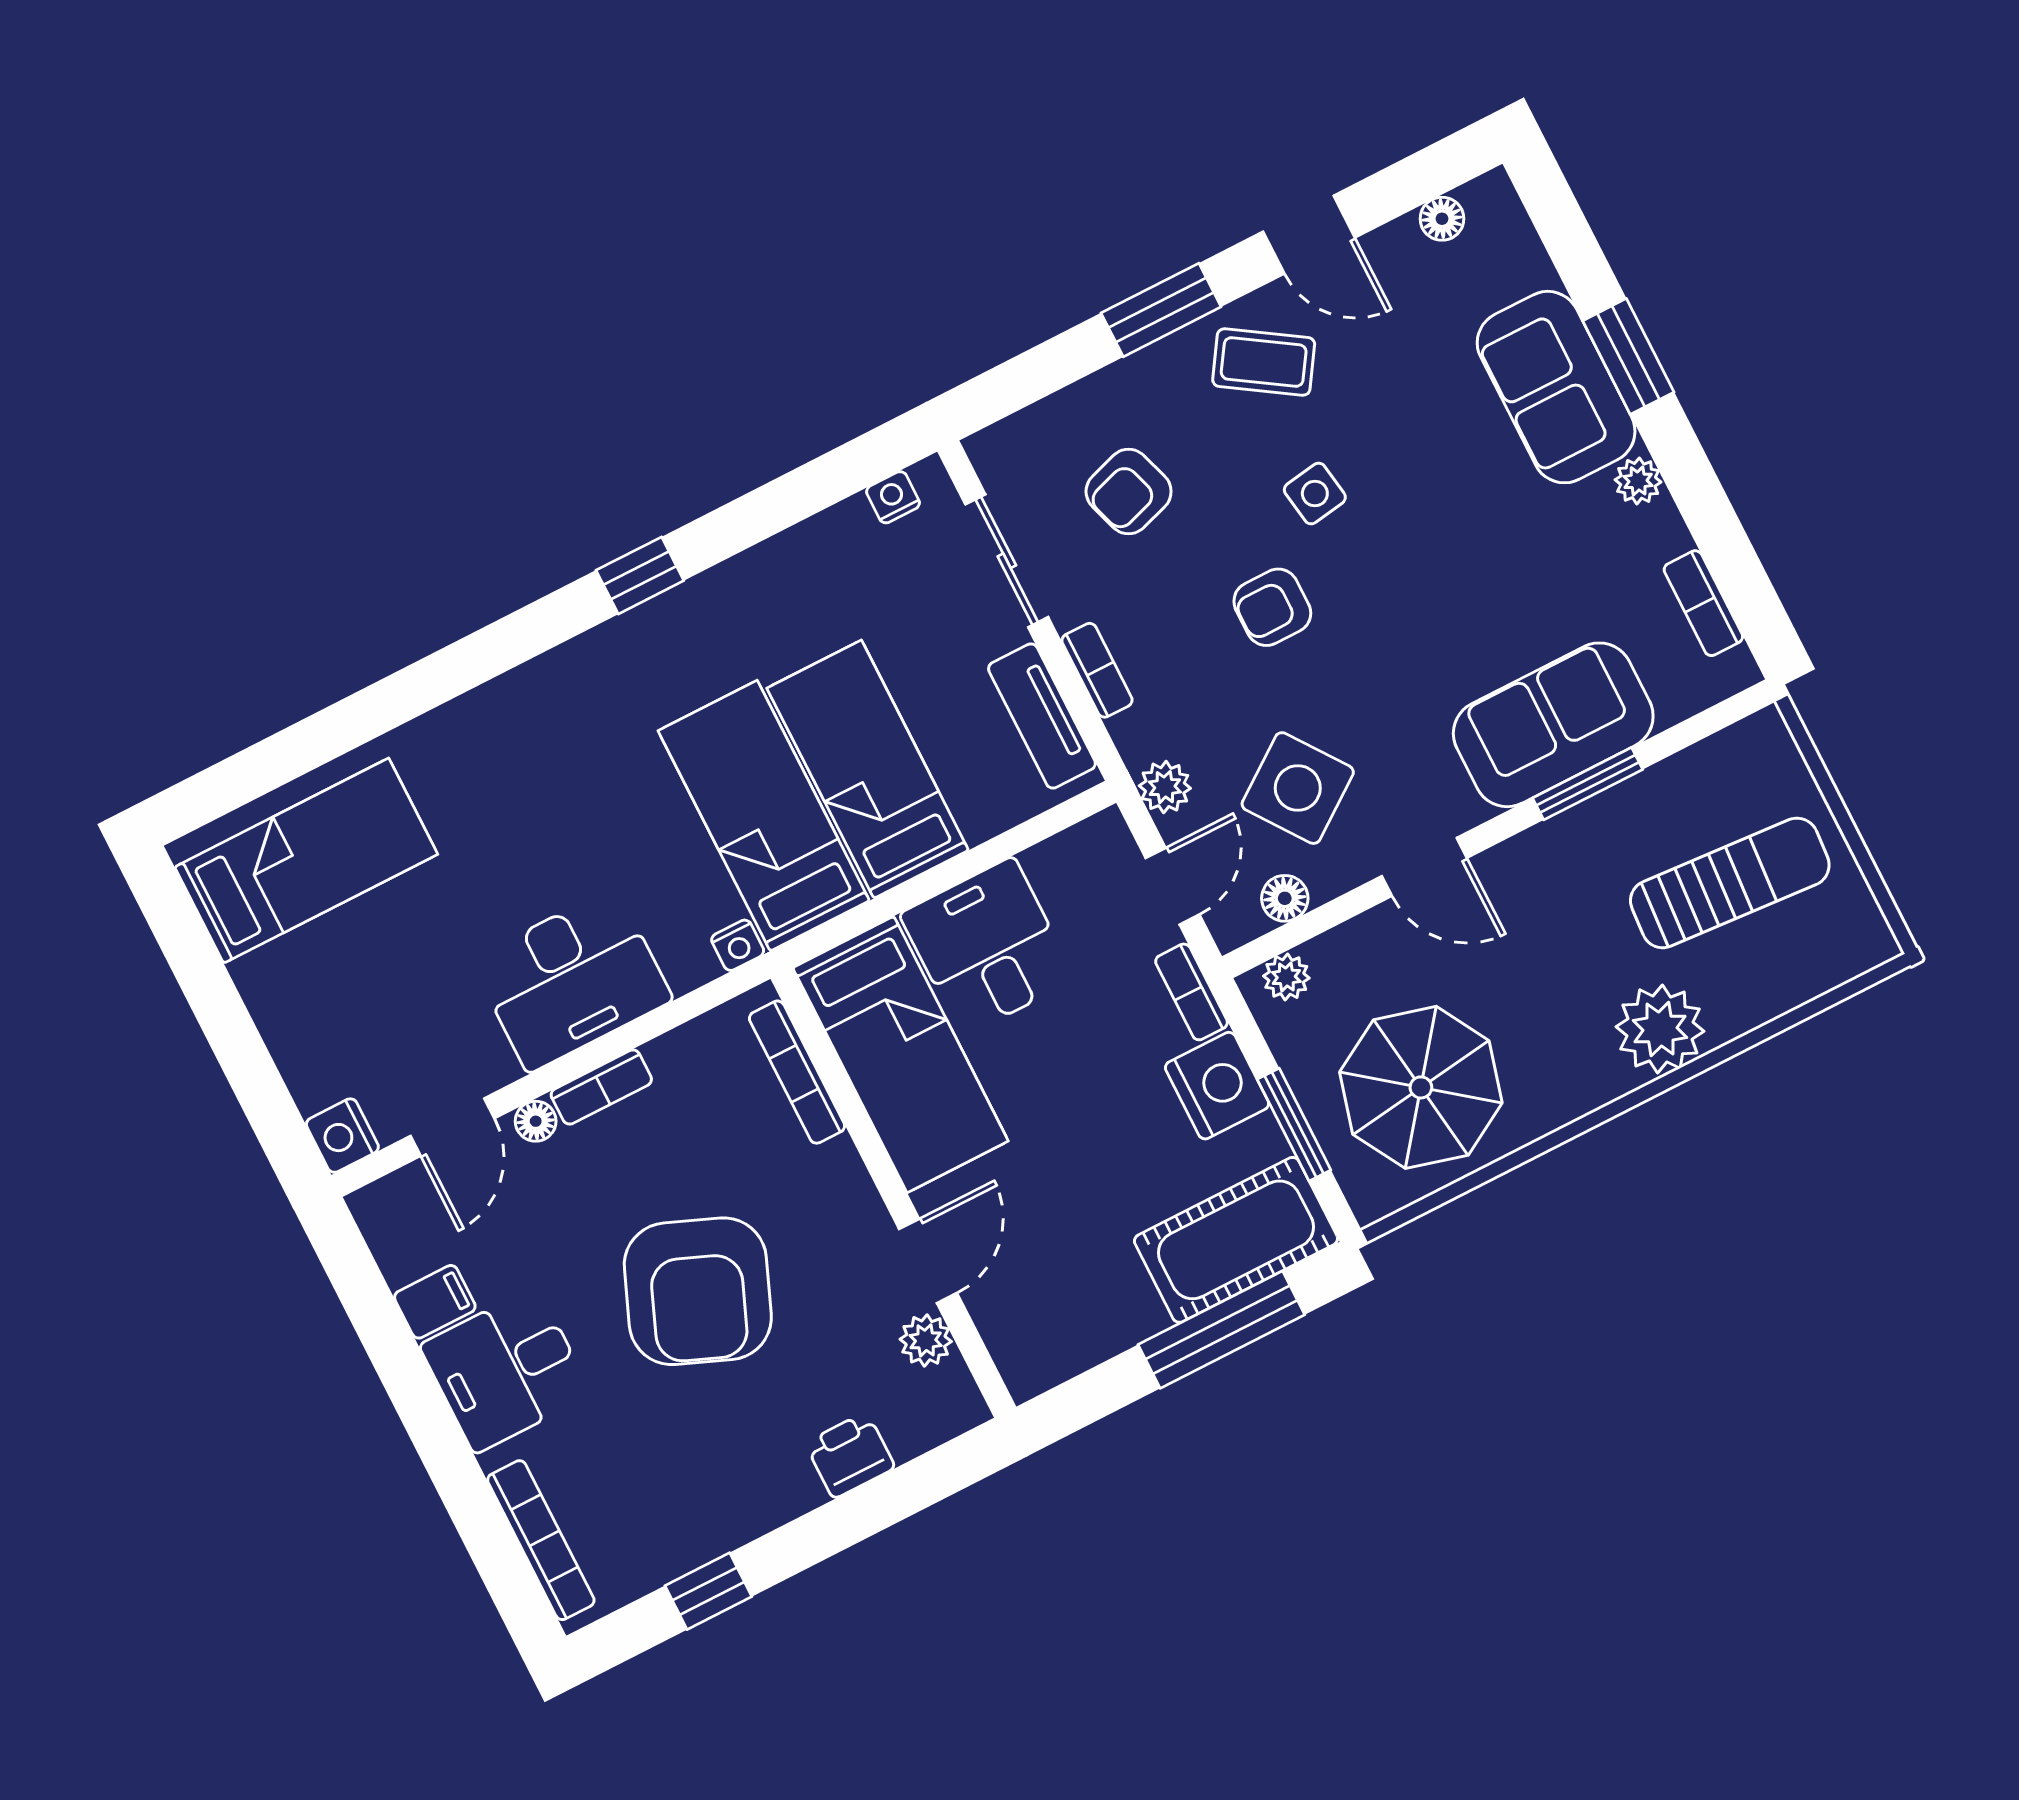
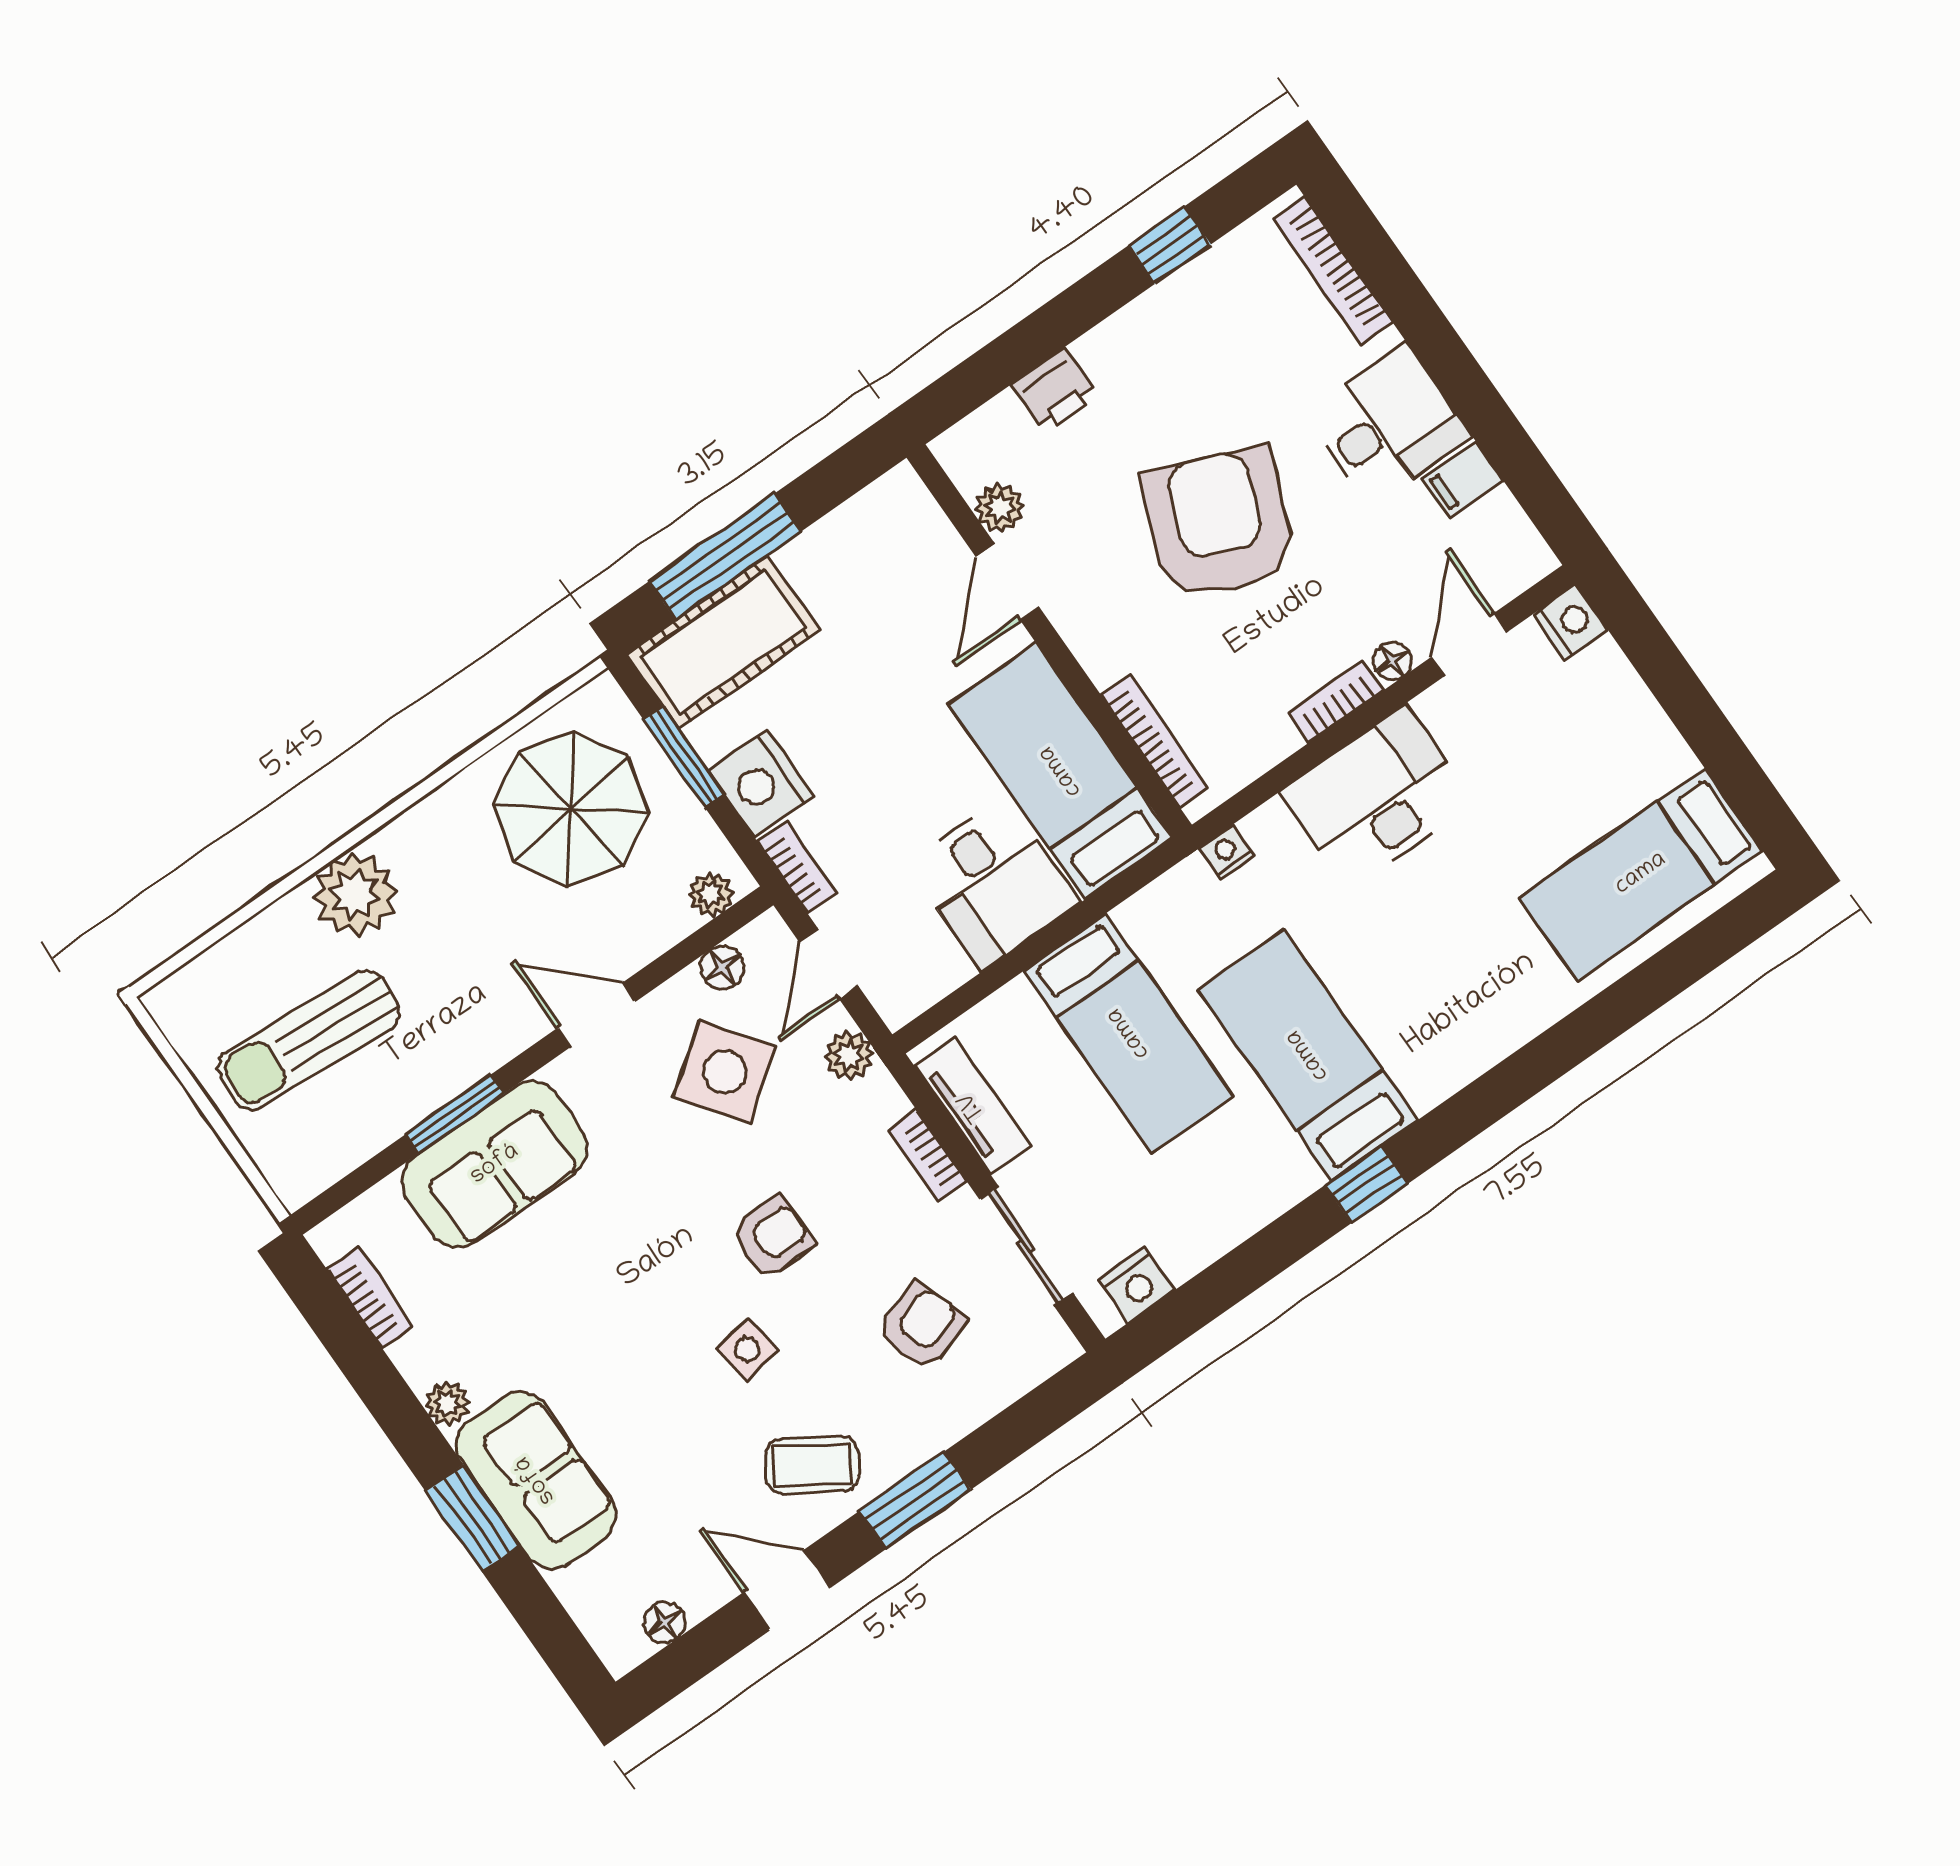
nightstand: (893, 497) -> (1137, 1285), width x1.39, depth x1.35
bed: (764, 816) -> (1308, 1055), moved, turned 180

